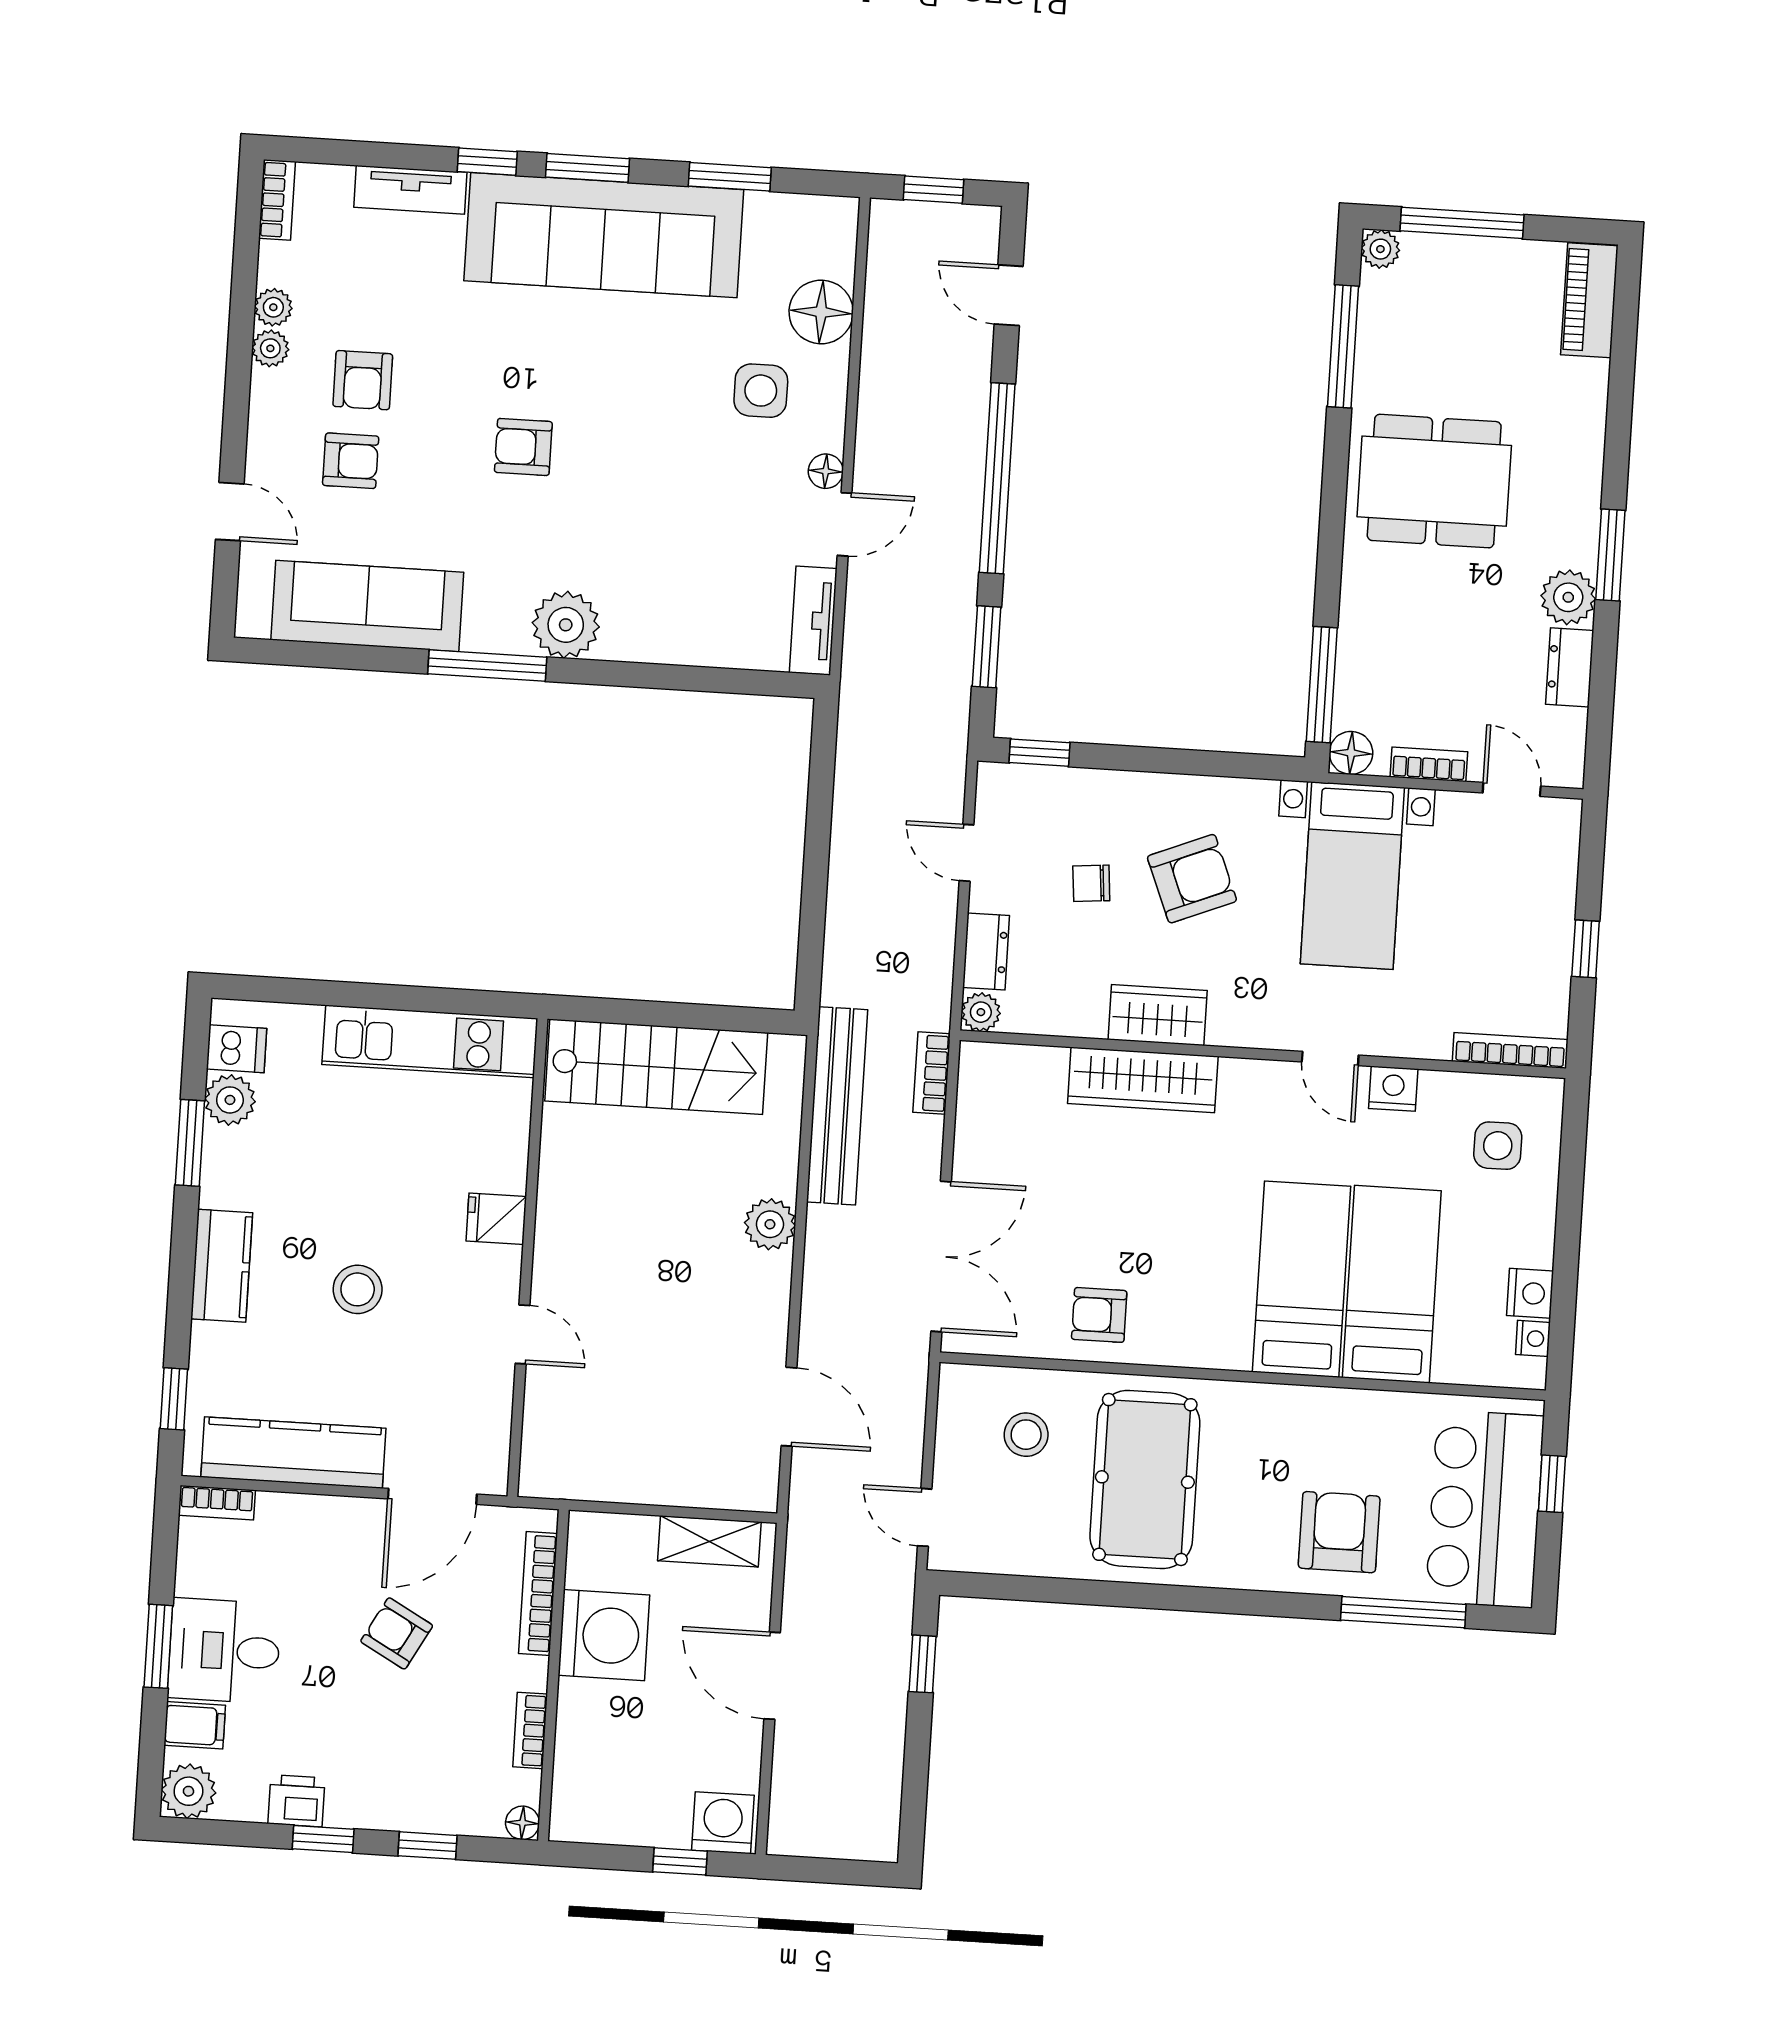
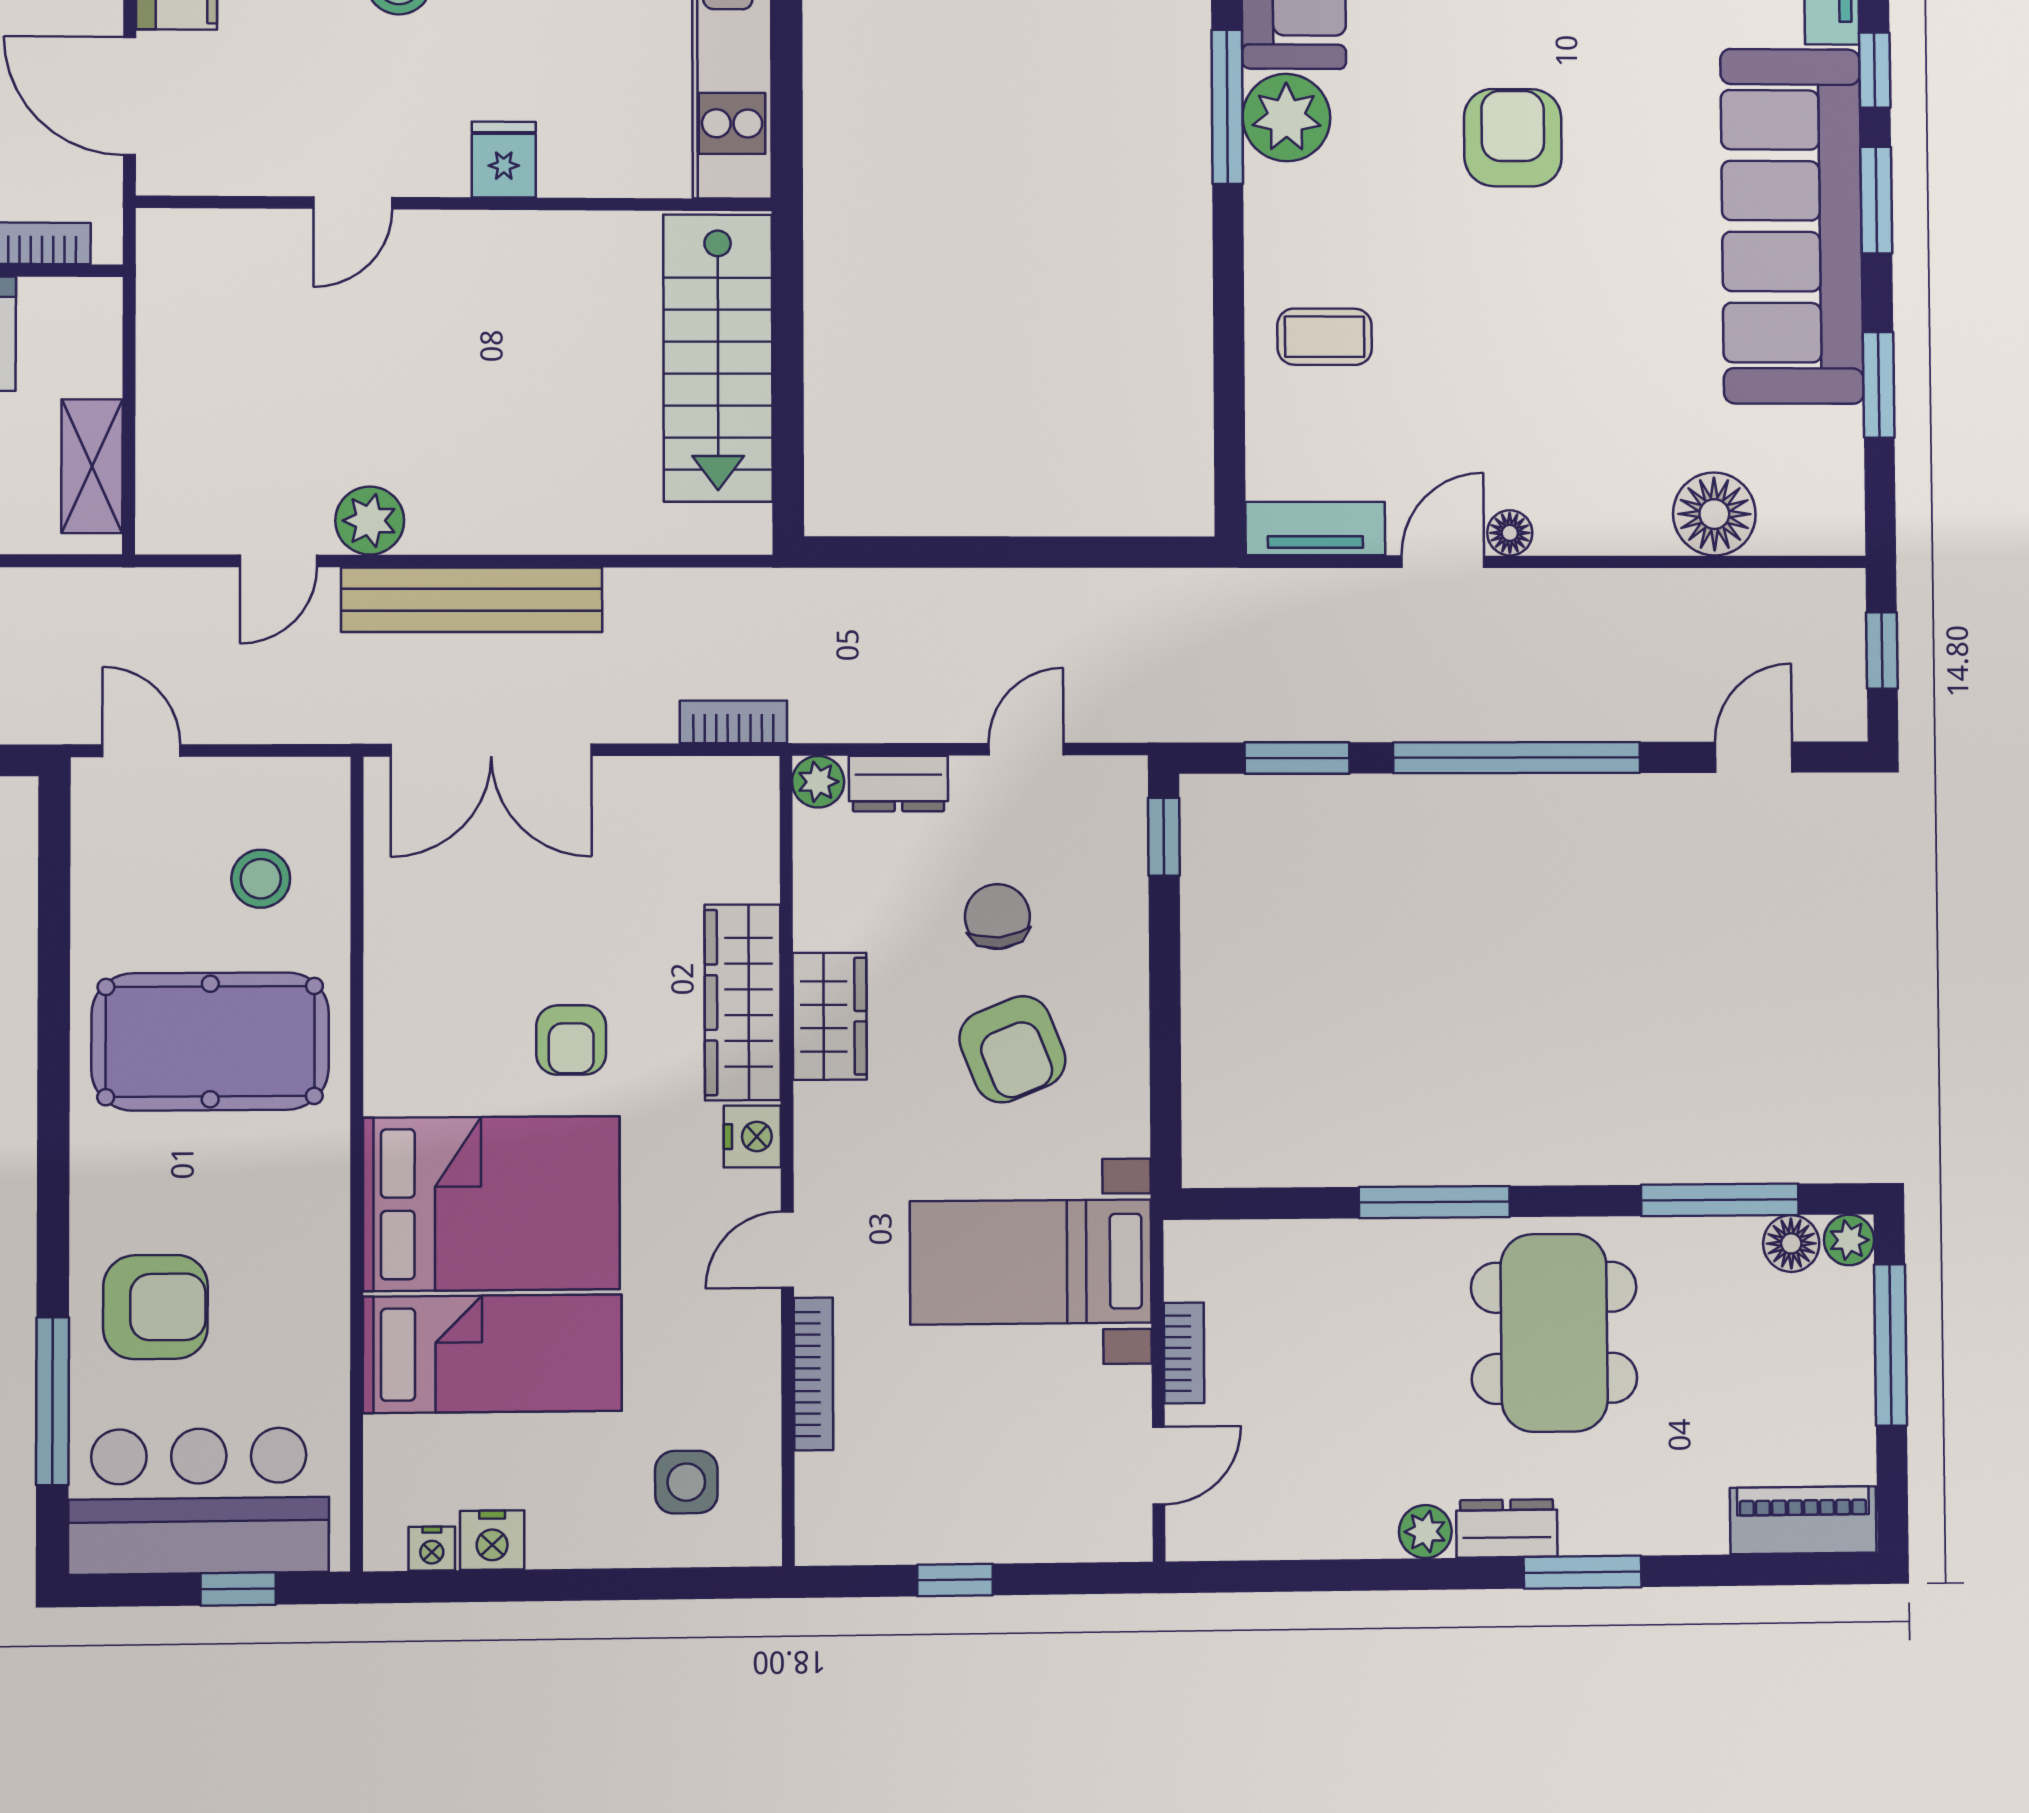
side table: (761, 391) -> (1608, 442), removed
armchair: (523, 447) -> (1513, 138), width x1.38, depth x1.38
door: (845, 524) -> (1443, 562), swing flipped
window: (1610, 555) -> (1583, 1572), moved
plant: (1568, 597) -> (1425, 1532), width x0.73, depth x0.73
coffee table: (667, 603) -> (1325, 337), added
plant: (566, 625) -> (1286, 118), moved
dresser: (1570, 667) -> (1507, 1528), moved
window: (1322, 685) -> (1434, 1202), moved
floor lamp: (1351, 753) -> (1791, 1243), moved
chair: (1091, 883) -> (997, 917), width x1.37, depth x1.37
bookcase: (1510, 1050) -> (813, 1374), moved
nightstand: (1393, 1089) -> (752, 1136), moved
bench: (837, 1106) -> (472, 600), moved
plant: (770, 1224) -> (370, 521), moved
bed: (1302, 1279) -> (491, 1204), width x1.50
armchair: (1099, 1315) -> (571, 1040), moved, turned 180
door: (789, 1407) -> (278, 561), width x0.73
door: (925, 1517) -> (141, 751), hinge flipped

